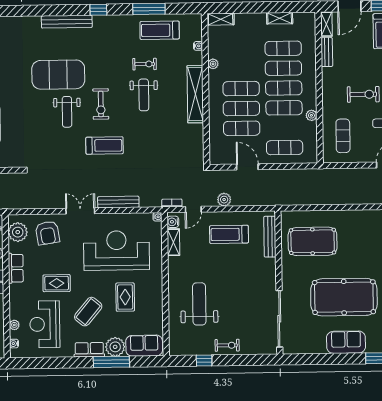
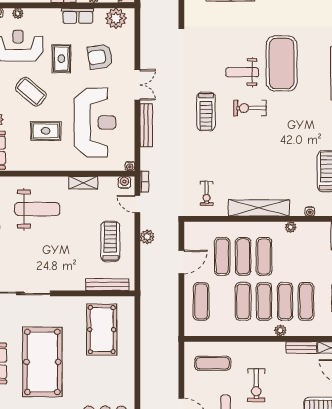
exercise bike: (145, 64) -> (207, 193), moved
weight bench: (144, 95) -> (259, 154), removed
plant: (311, 115) -> (280, 330), moved
armchair: (47, 233) -> (100, 57), moved
shelving: (173, 242) -> (83, 183), moved

